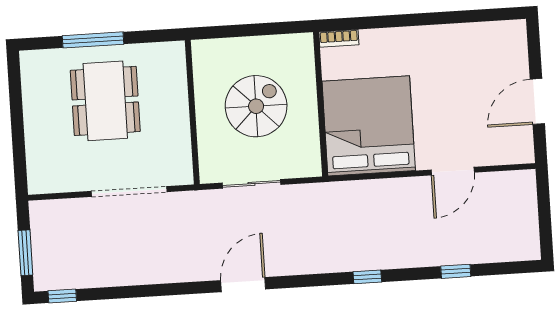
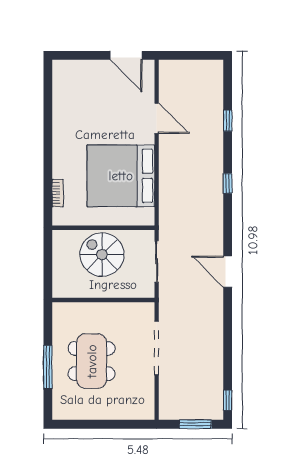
dining table: (105, 101) -> (92, 361), turned 90
door: (537, 101) -> (126, 55), moved
wall: (321, 104) -> (103, 228), moved

